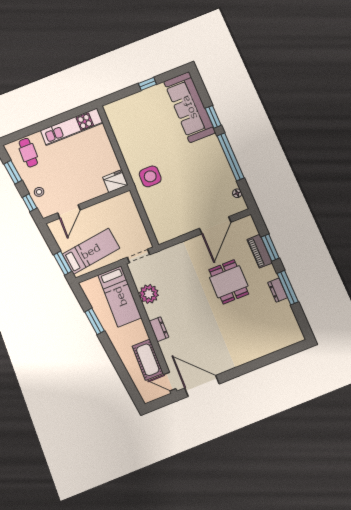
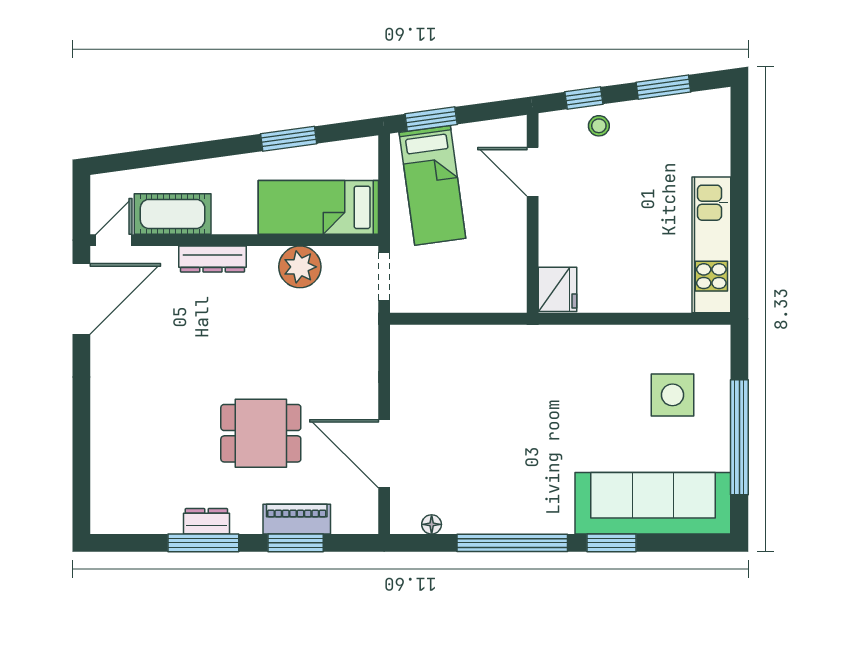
window: (147, 84) -> (739, 437), width x3.17
cafe table: (28, 153) -> (692, 134), removed
side table: (150, 176) -> (672, 395), moved
dresser: (159, 329) -> (213, 259), width x1.44

